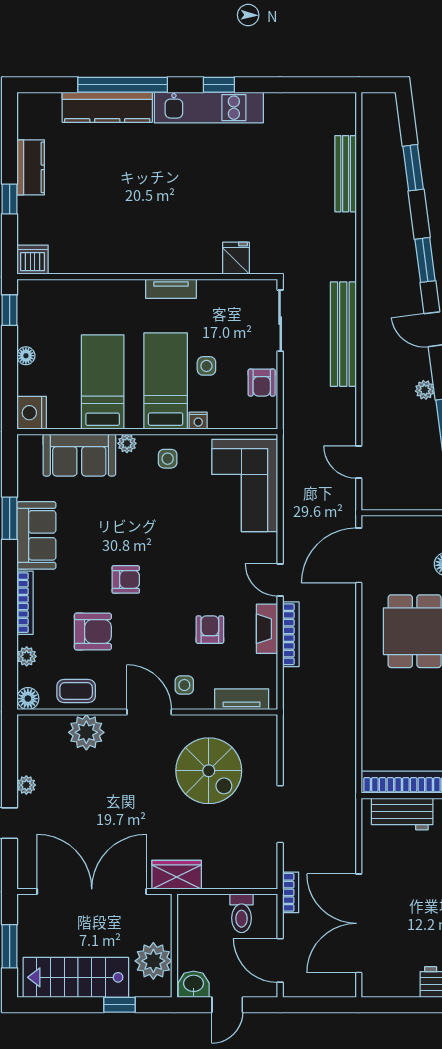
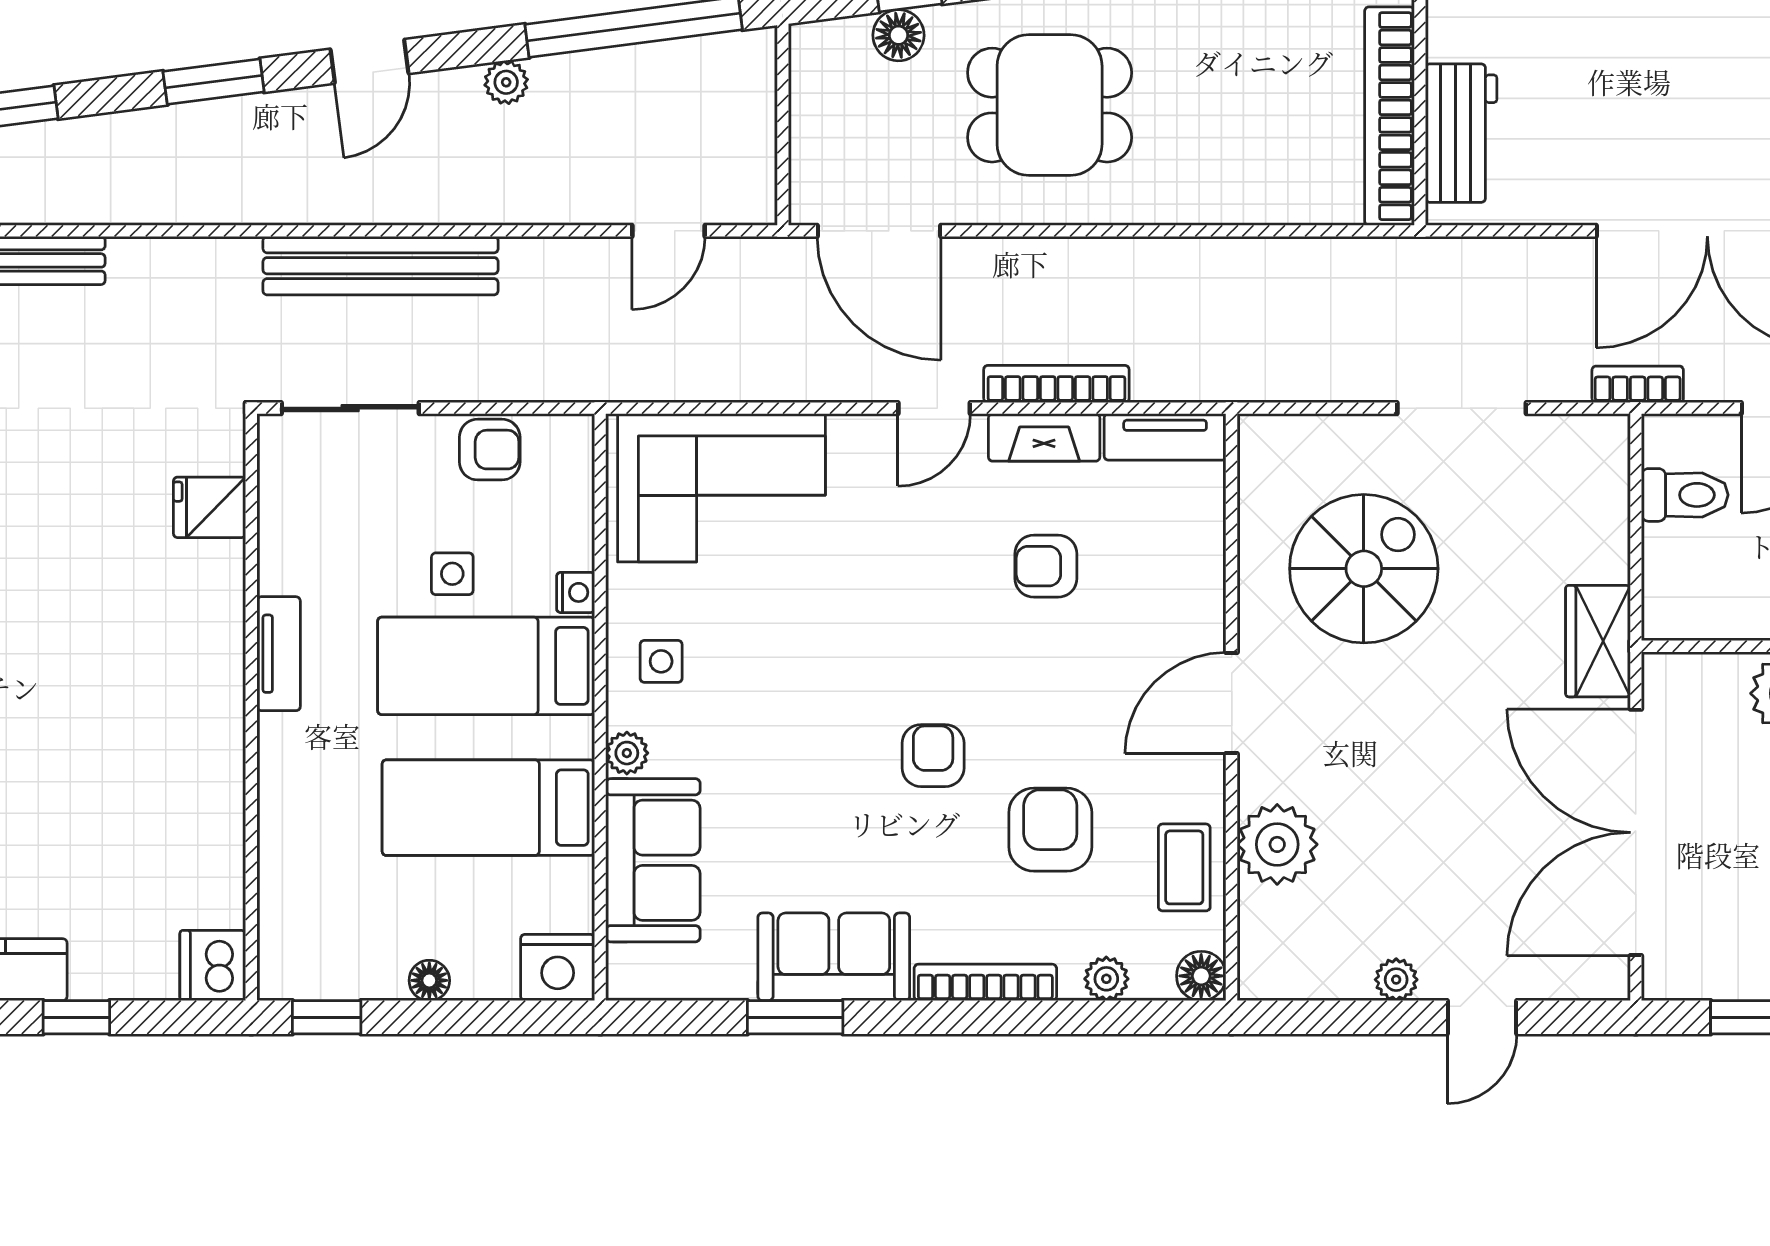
side table: (184, 685) -> (1171, 624), removed
tv unit: (242, 699) -> (1165, 437), moved, turned -90

